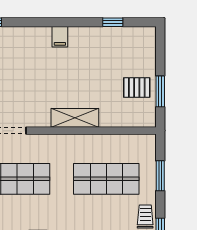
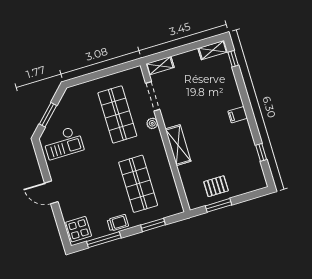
pallet: (137, 88) -> (216, 186), turned 90
plant: (40, 141) -> (152, 123), added

